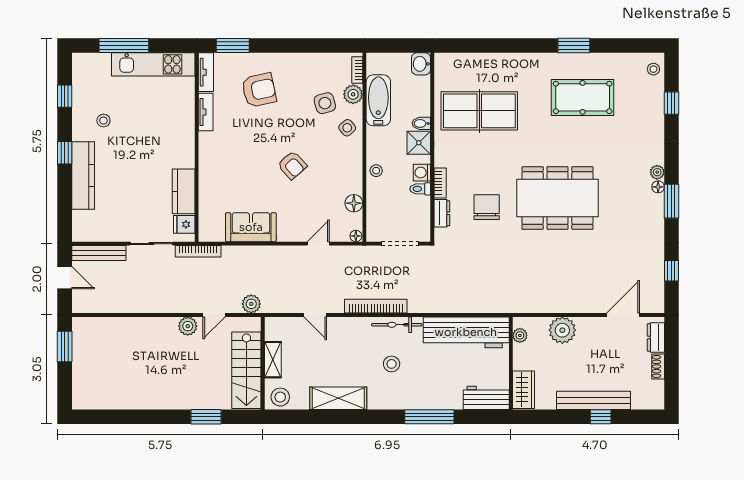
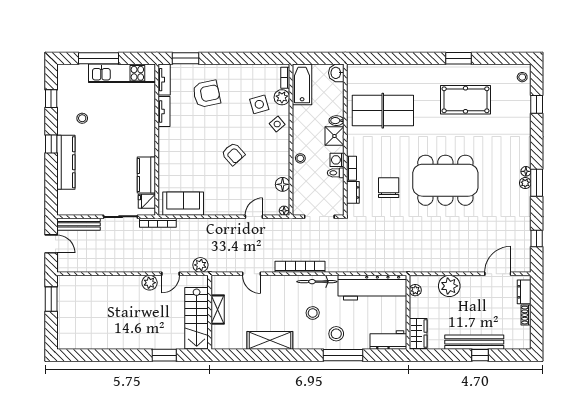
bathtub: (378, 100) -> (302, 84), moved
plant: (657, 172) -> (525, 183), moved
sofa: (251, 227) -> (183, 204), moved
stool: (280, 397) -> (336, 334), moved

